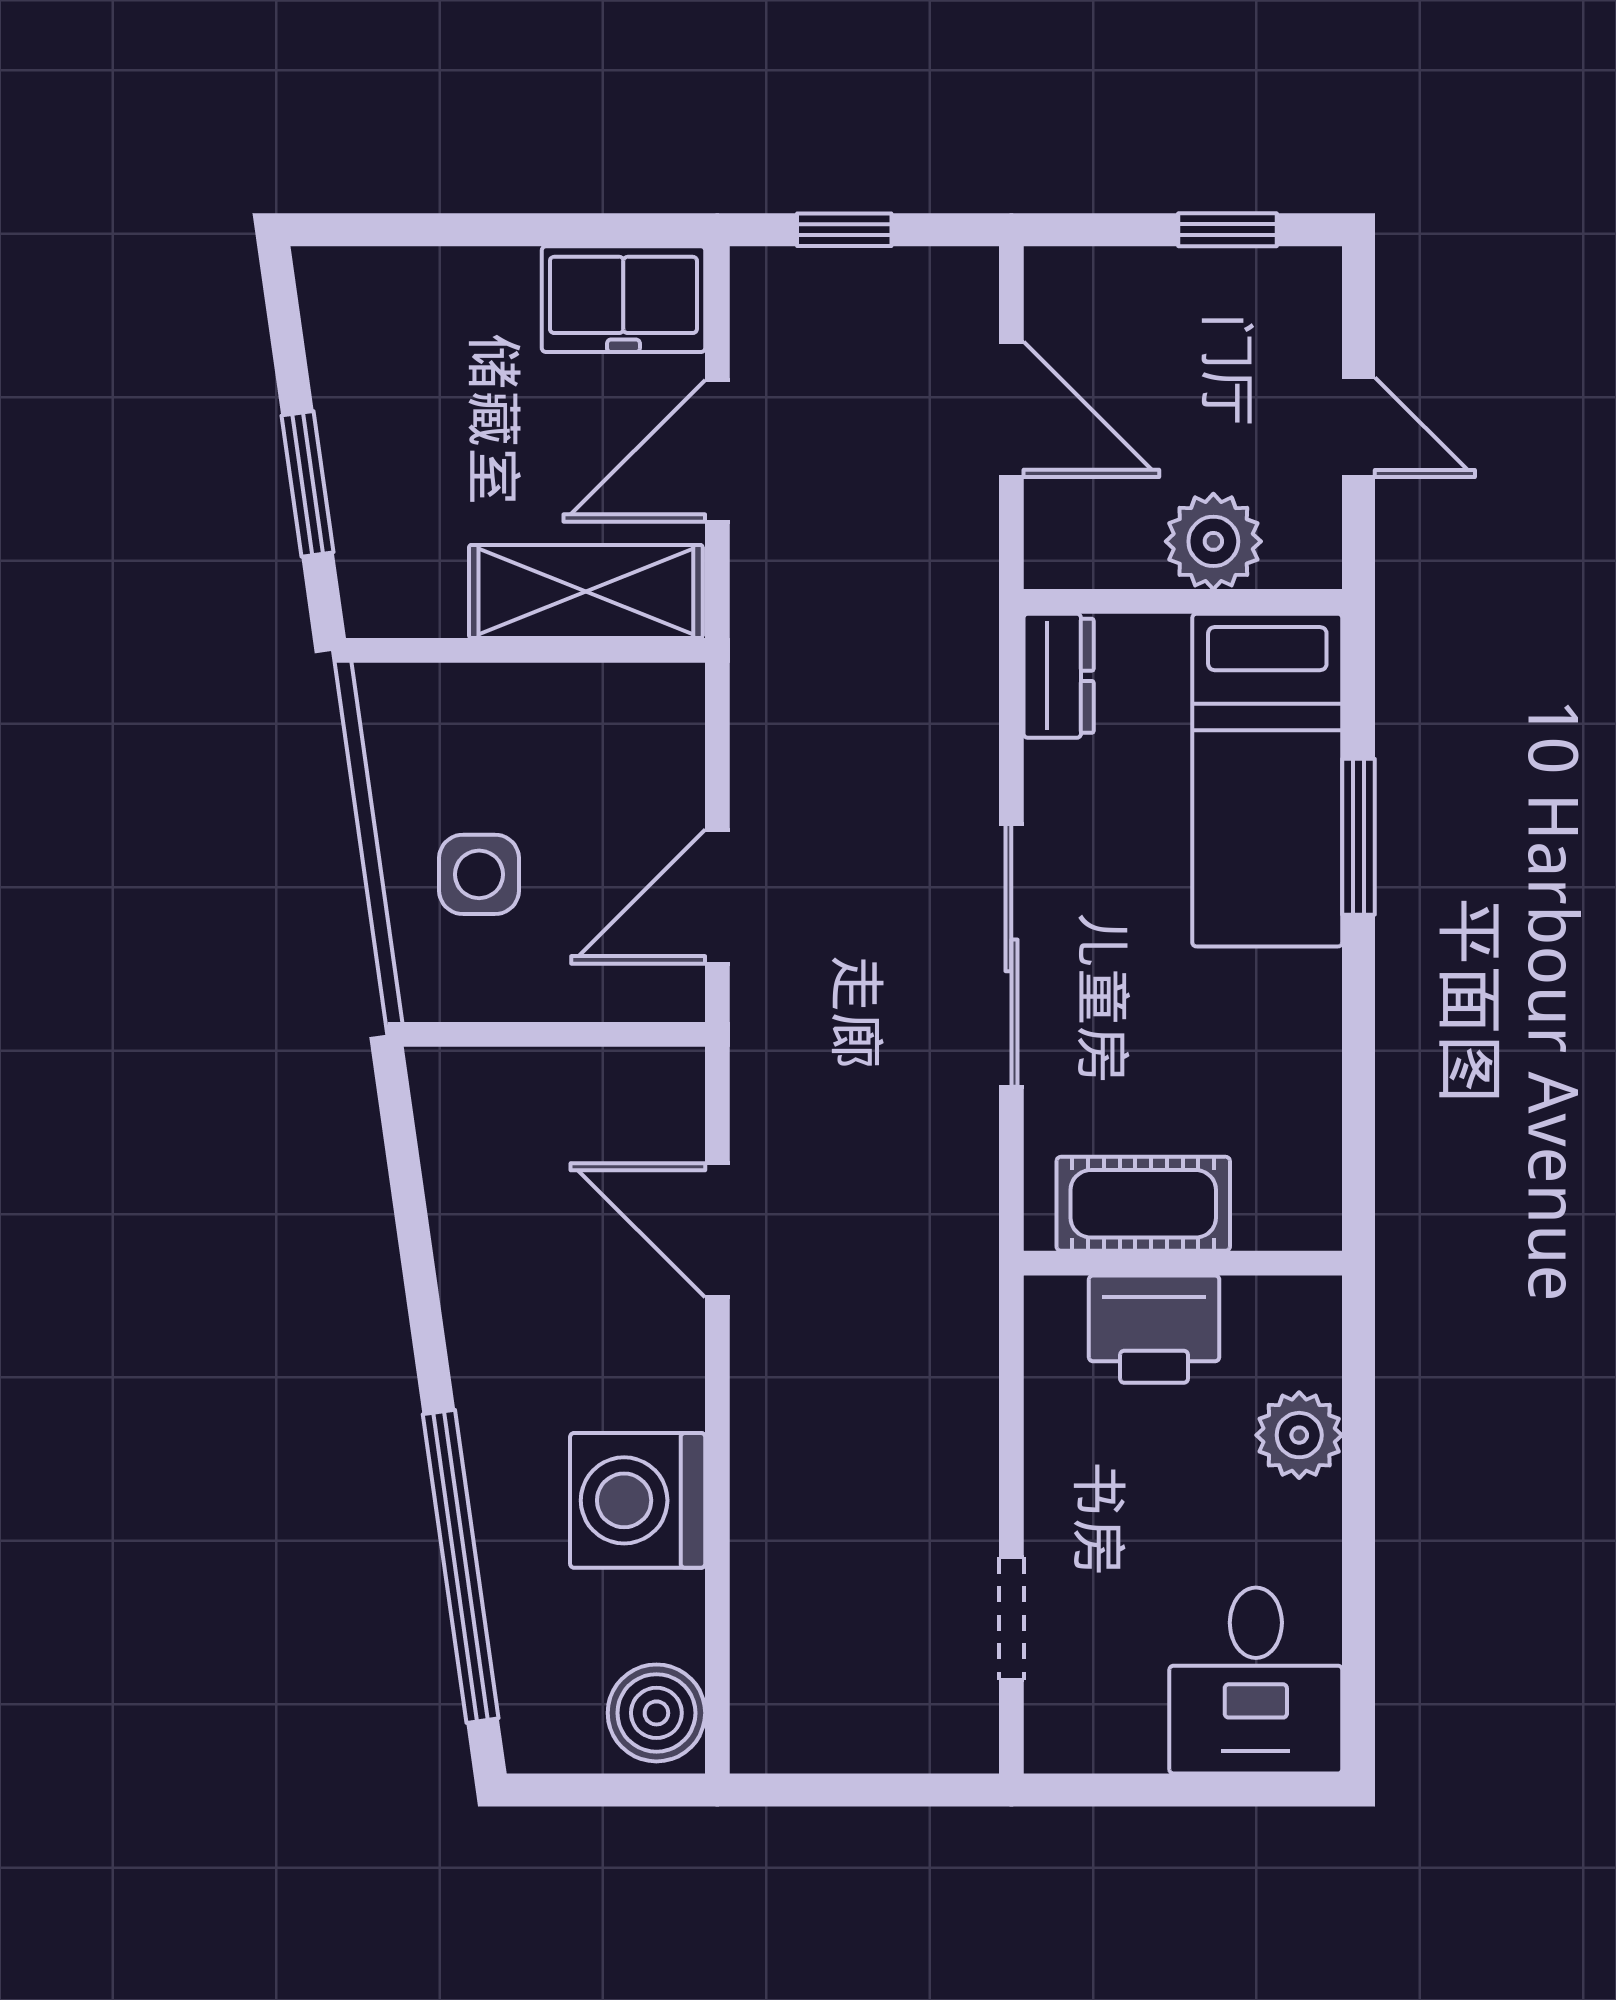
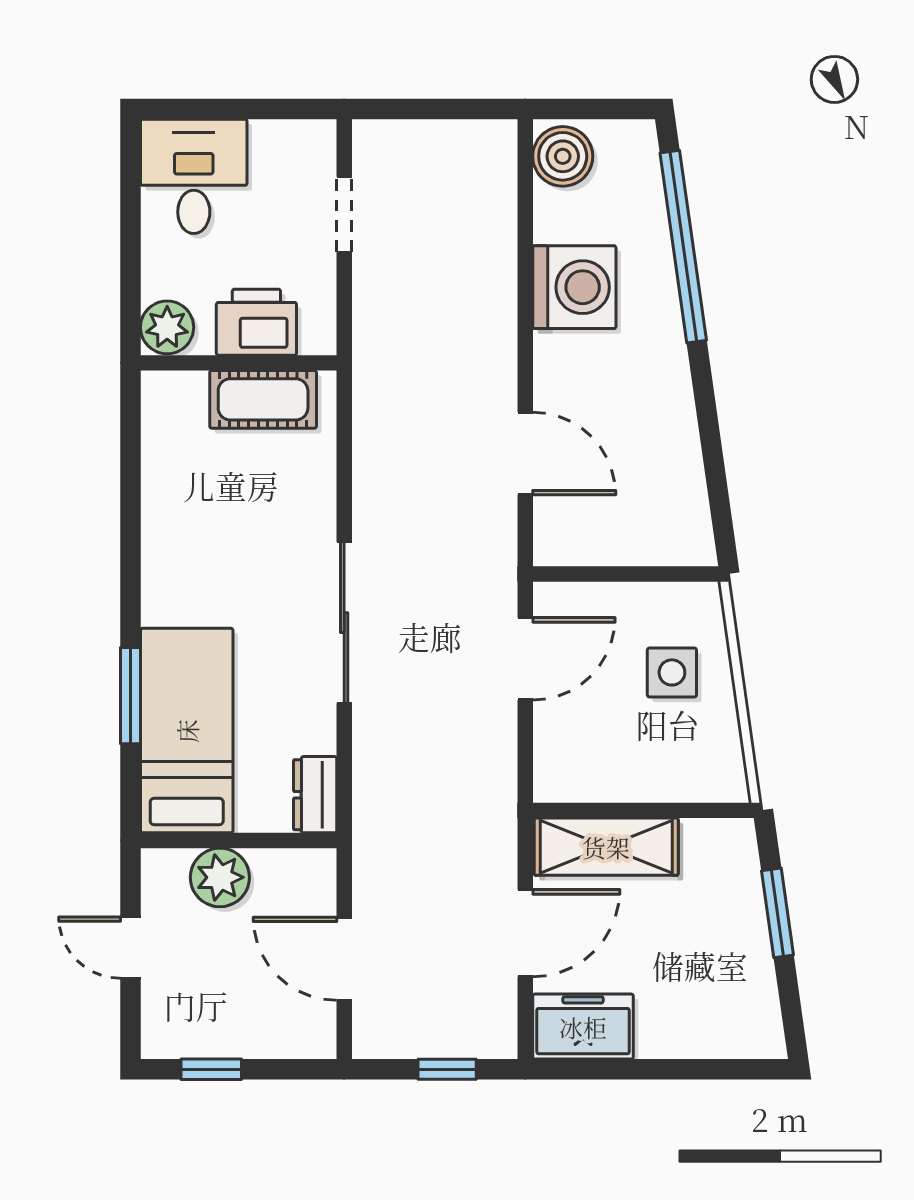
cot: (1143, 1204) -> (263, 399), moved
wall: (1183, 1263) -> (239, 363), moved
printer: (1154, 1329) -> (256, 322), moved

